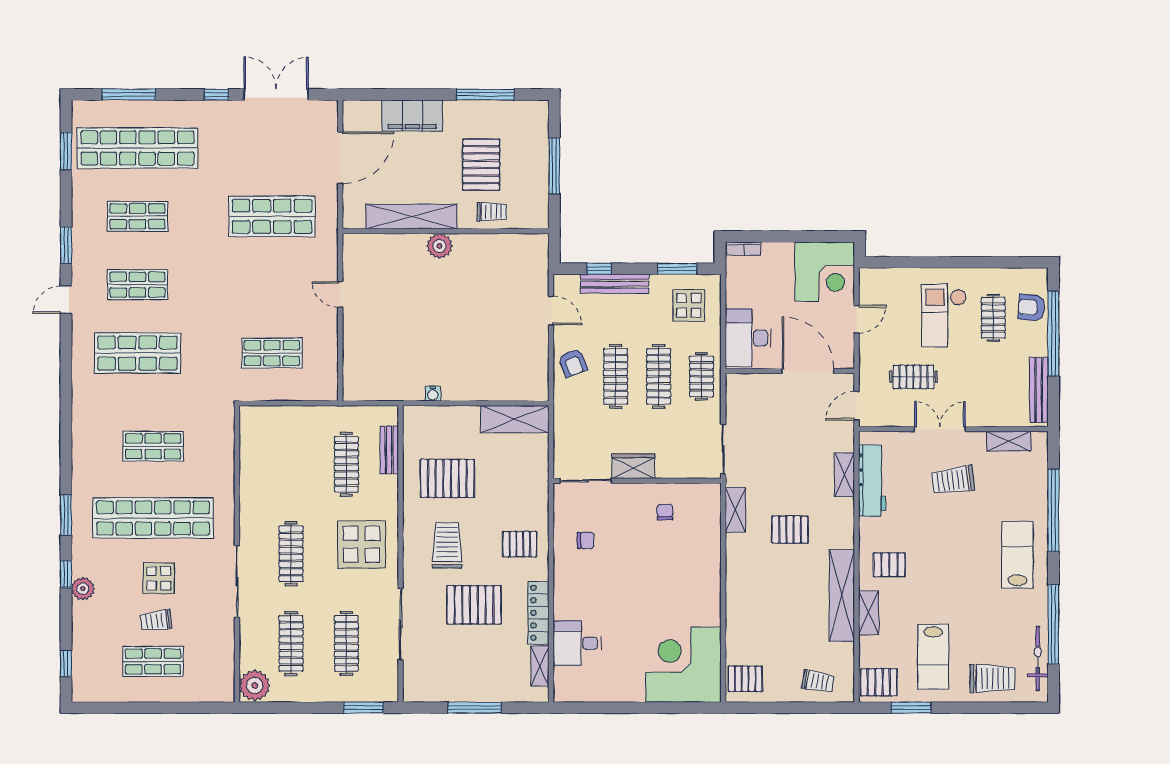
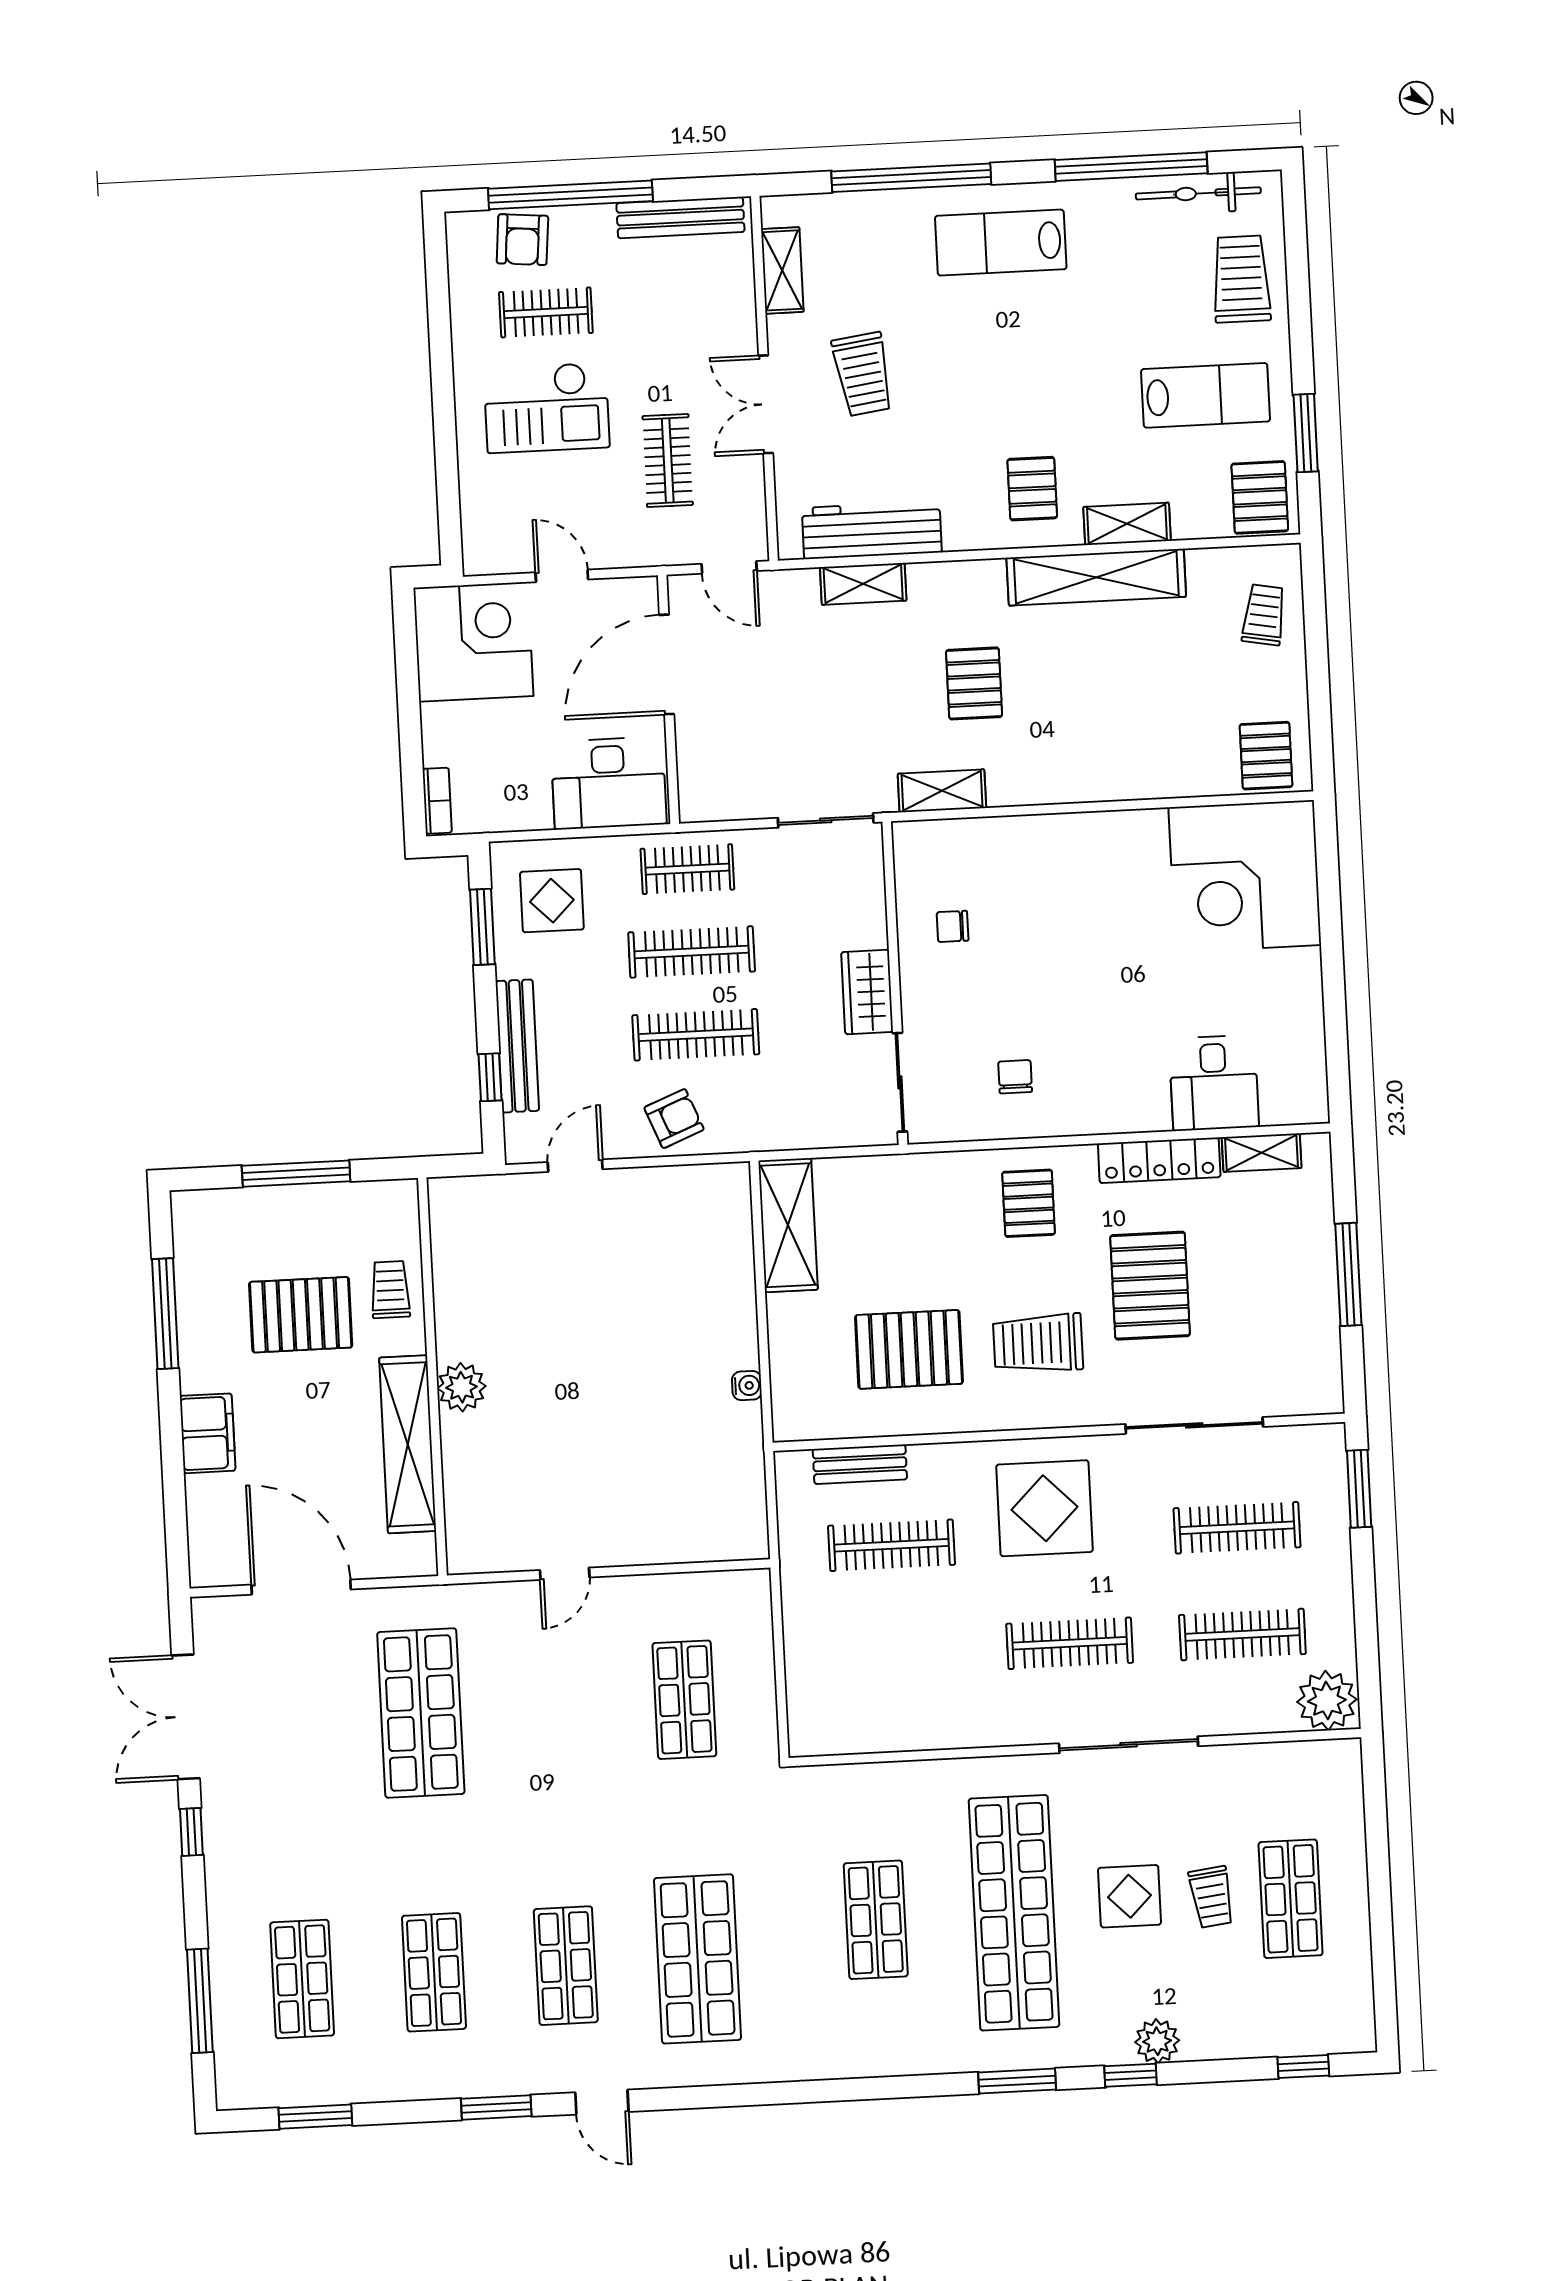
filing cabinet: (412, 116) -> (208, 1433), width x0.67, depth x0.86
shop shelf: (137, 148) -> (302, 1979), width x0.50, depth x0.74
pallet: (447, 478) -> (909, 1349), turned 90

